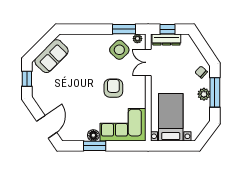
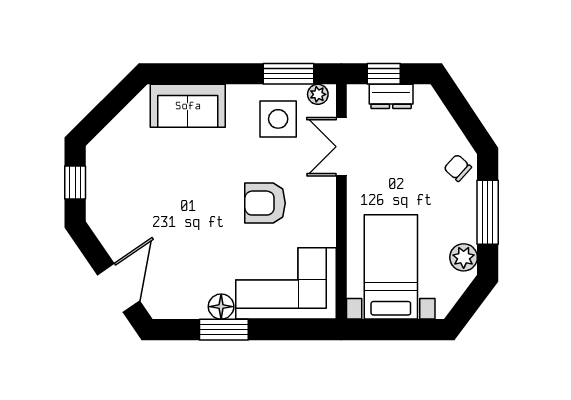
dresser: (166, 40) -> (391, 96), width x0.70
side table: (119, 50) -> (278, 119), turned 45
sofa: (51, 56) -> (188, 106), moved, turned 45
armchair: (113, 88) -> (265, 203), turned -90
plant: (204, 94) -> (464, 257), moved

